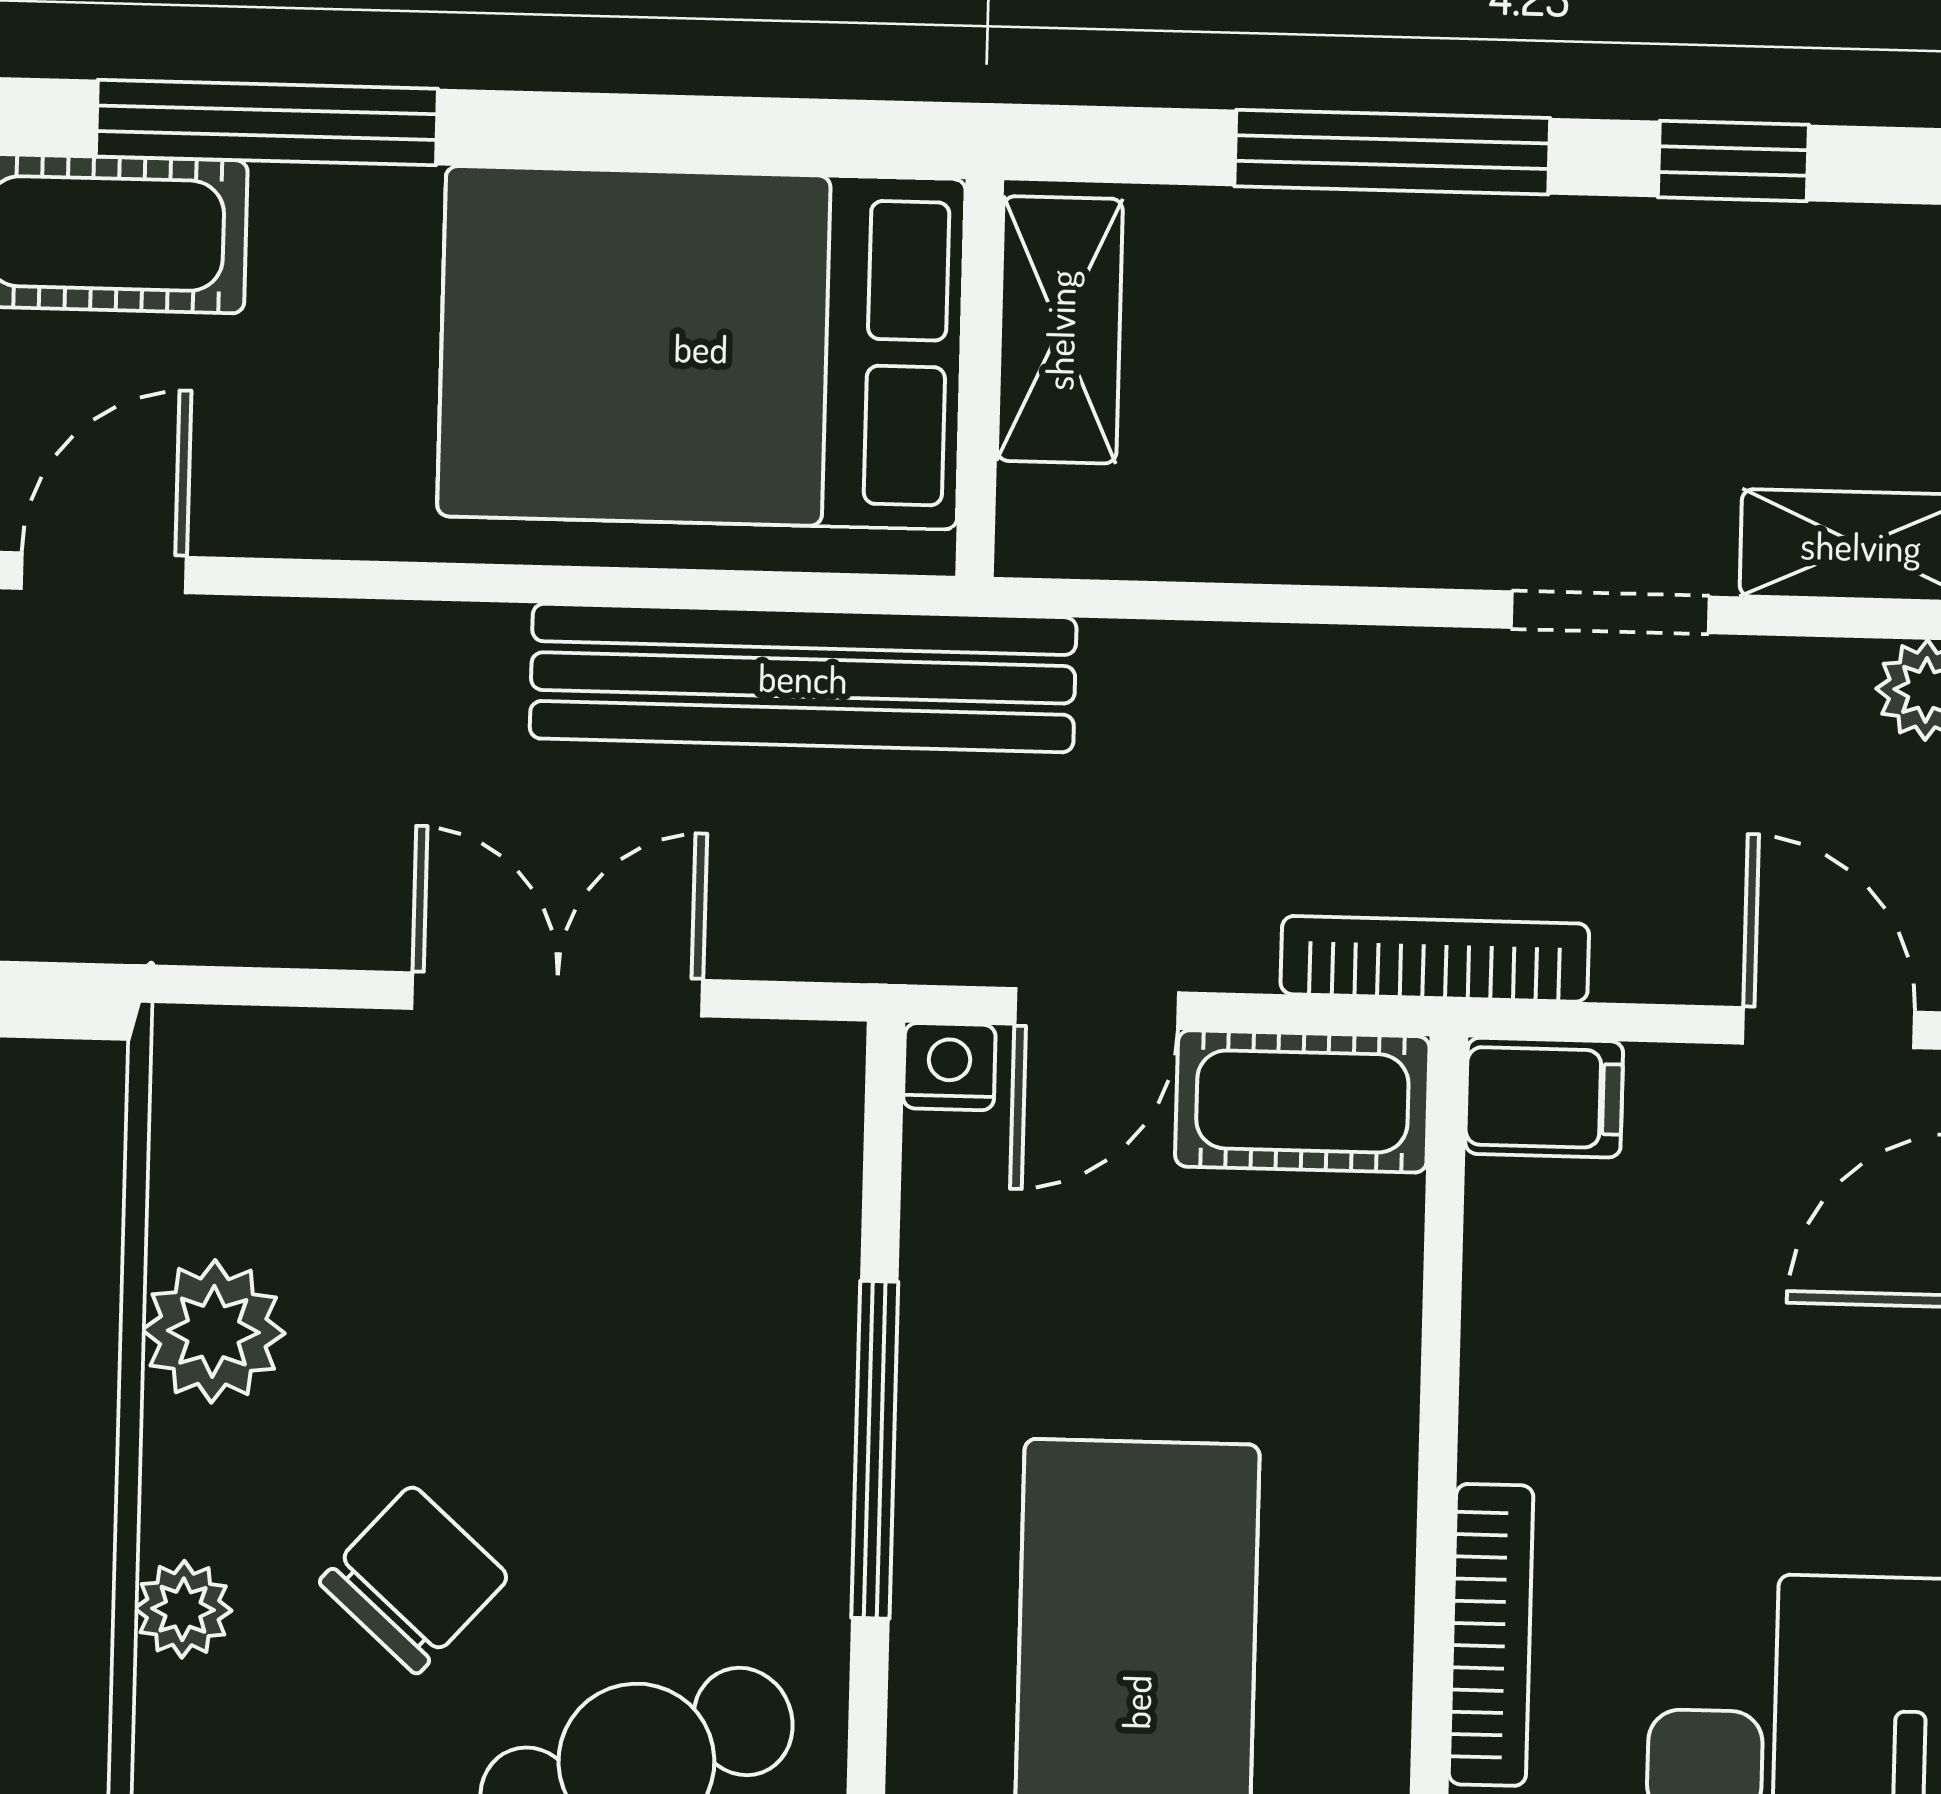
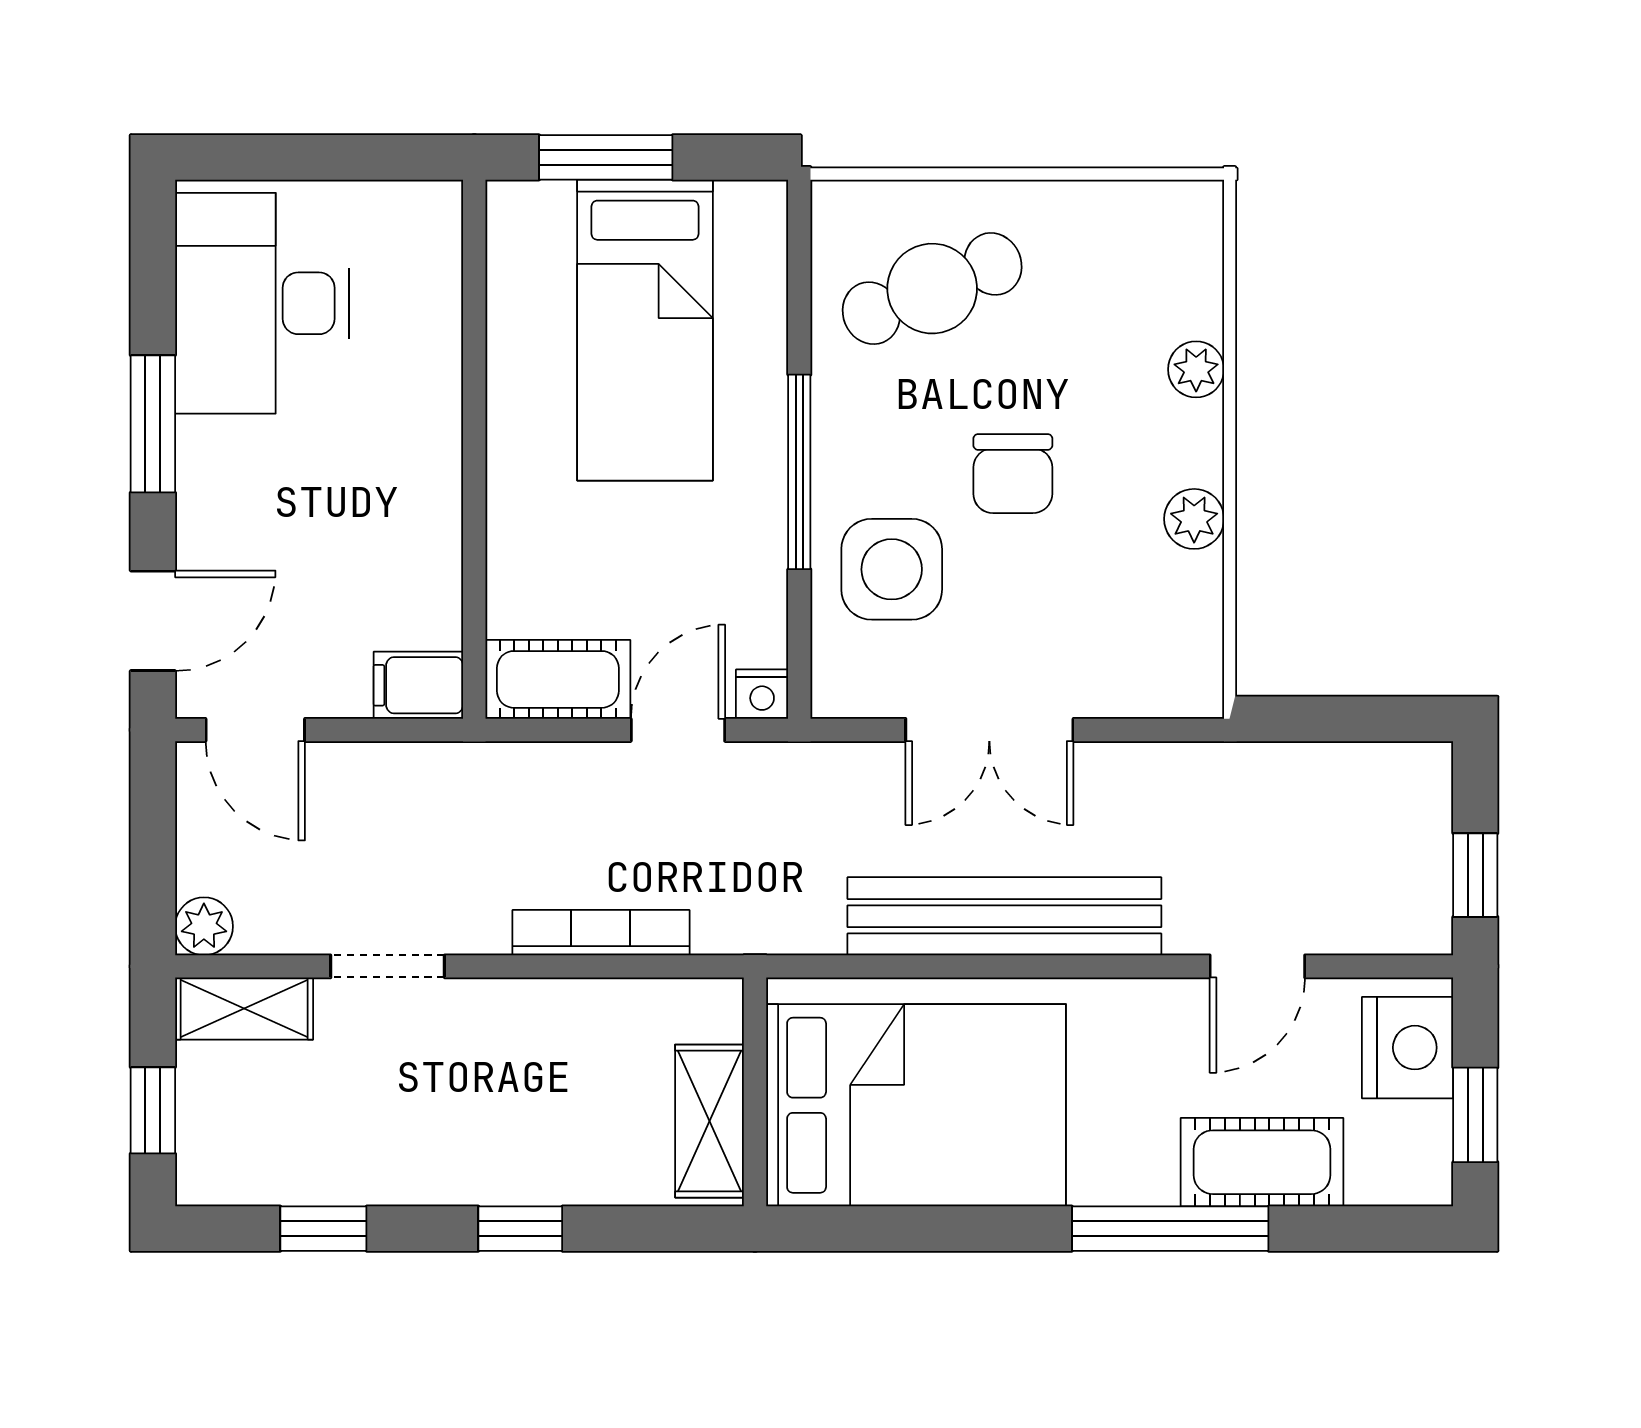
window: (1392, 152) -> (520, 1229), width x0.46
bench: (803, 678) -> (1004, 916), moved
bookcase: (1435, 959) -> (601, 933), moved, turned 180
side table: (719, 1277) -> (892, 569), added
plant: (213, 1331) -> (1194, 519), width x0.73, depth x0.73
chair: (414, 1579) -> (1013, 474), moved, turned -42
bookcase: (1491, 1635) -> (441, 374), removed

